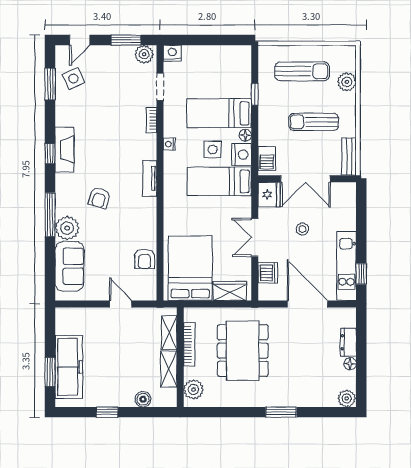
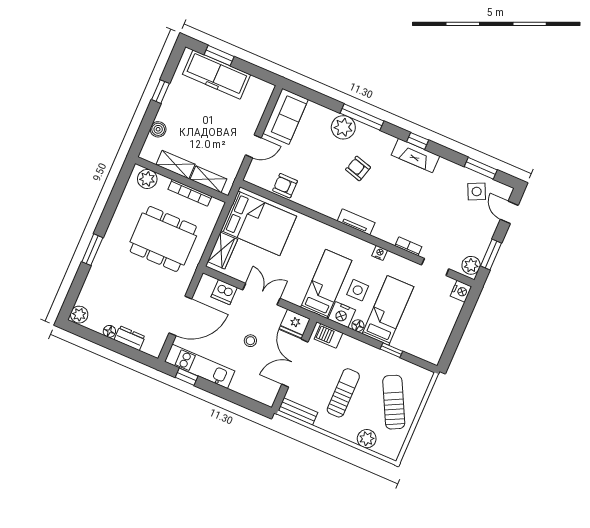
sun lounger: (302, 71) -> (394, 402), turned 153
sofa: (70, 266) -> (285, 116), moved, turned -90

